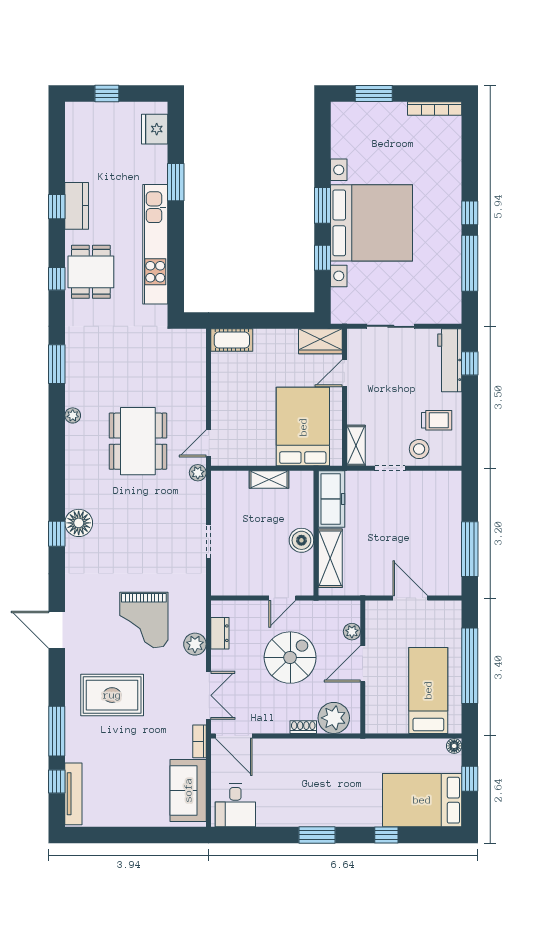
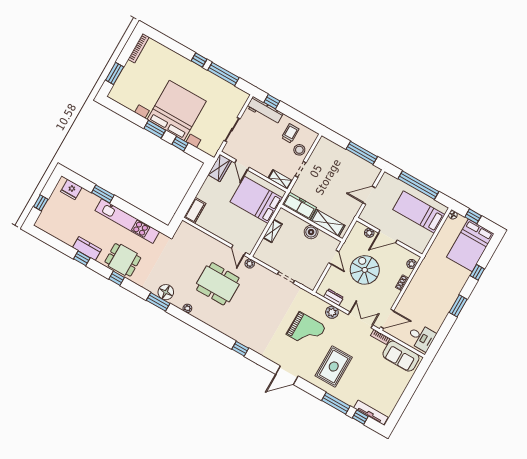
floor lamp: (79, 523) -> (166, 292), moved
door: (363, 664) -> (388, 236), hinge flipped
plant: (334, 718) -> (412, 264), width x0.53, depth x0.53

